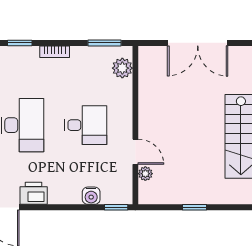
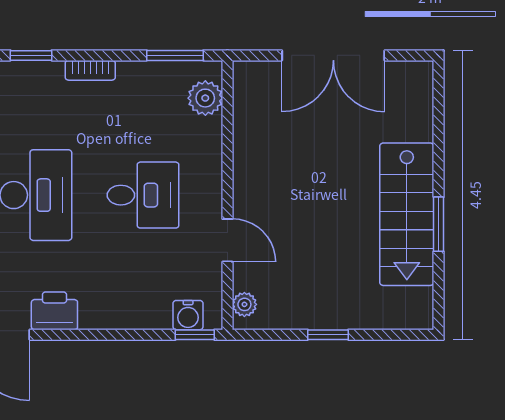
plant: (145, 174) -> (244, 304), moved
water cooler: (91, 196) -> (188, 315), moved

